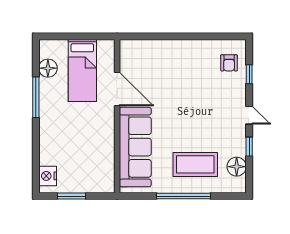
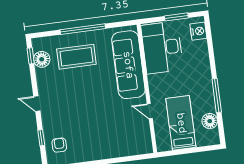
door: (117, 89) -> (150, 111), width x0.53
window: (249, 147) -> (31, 56), moved
desk: (93, 162) -> (162, 48), added

